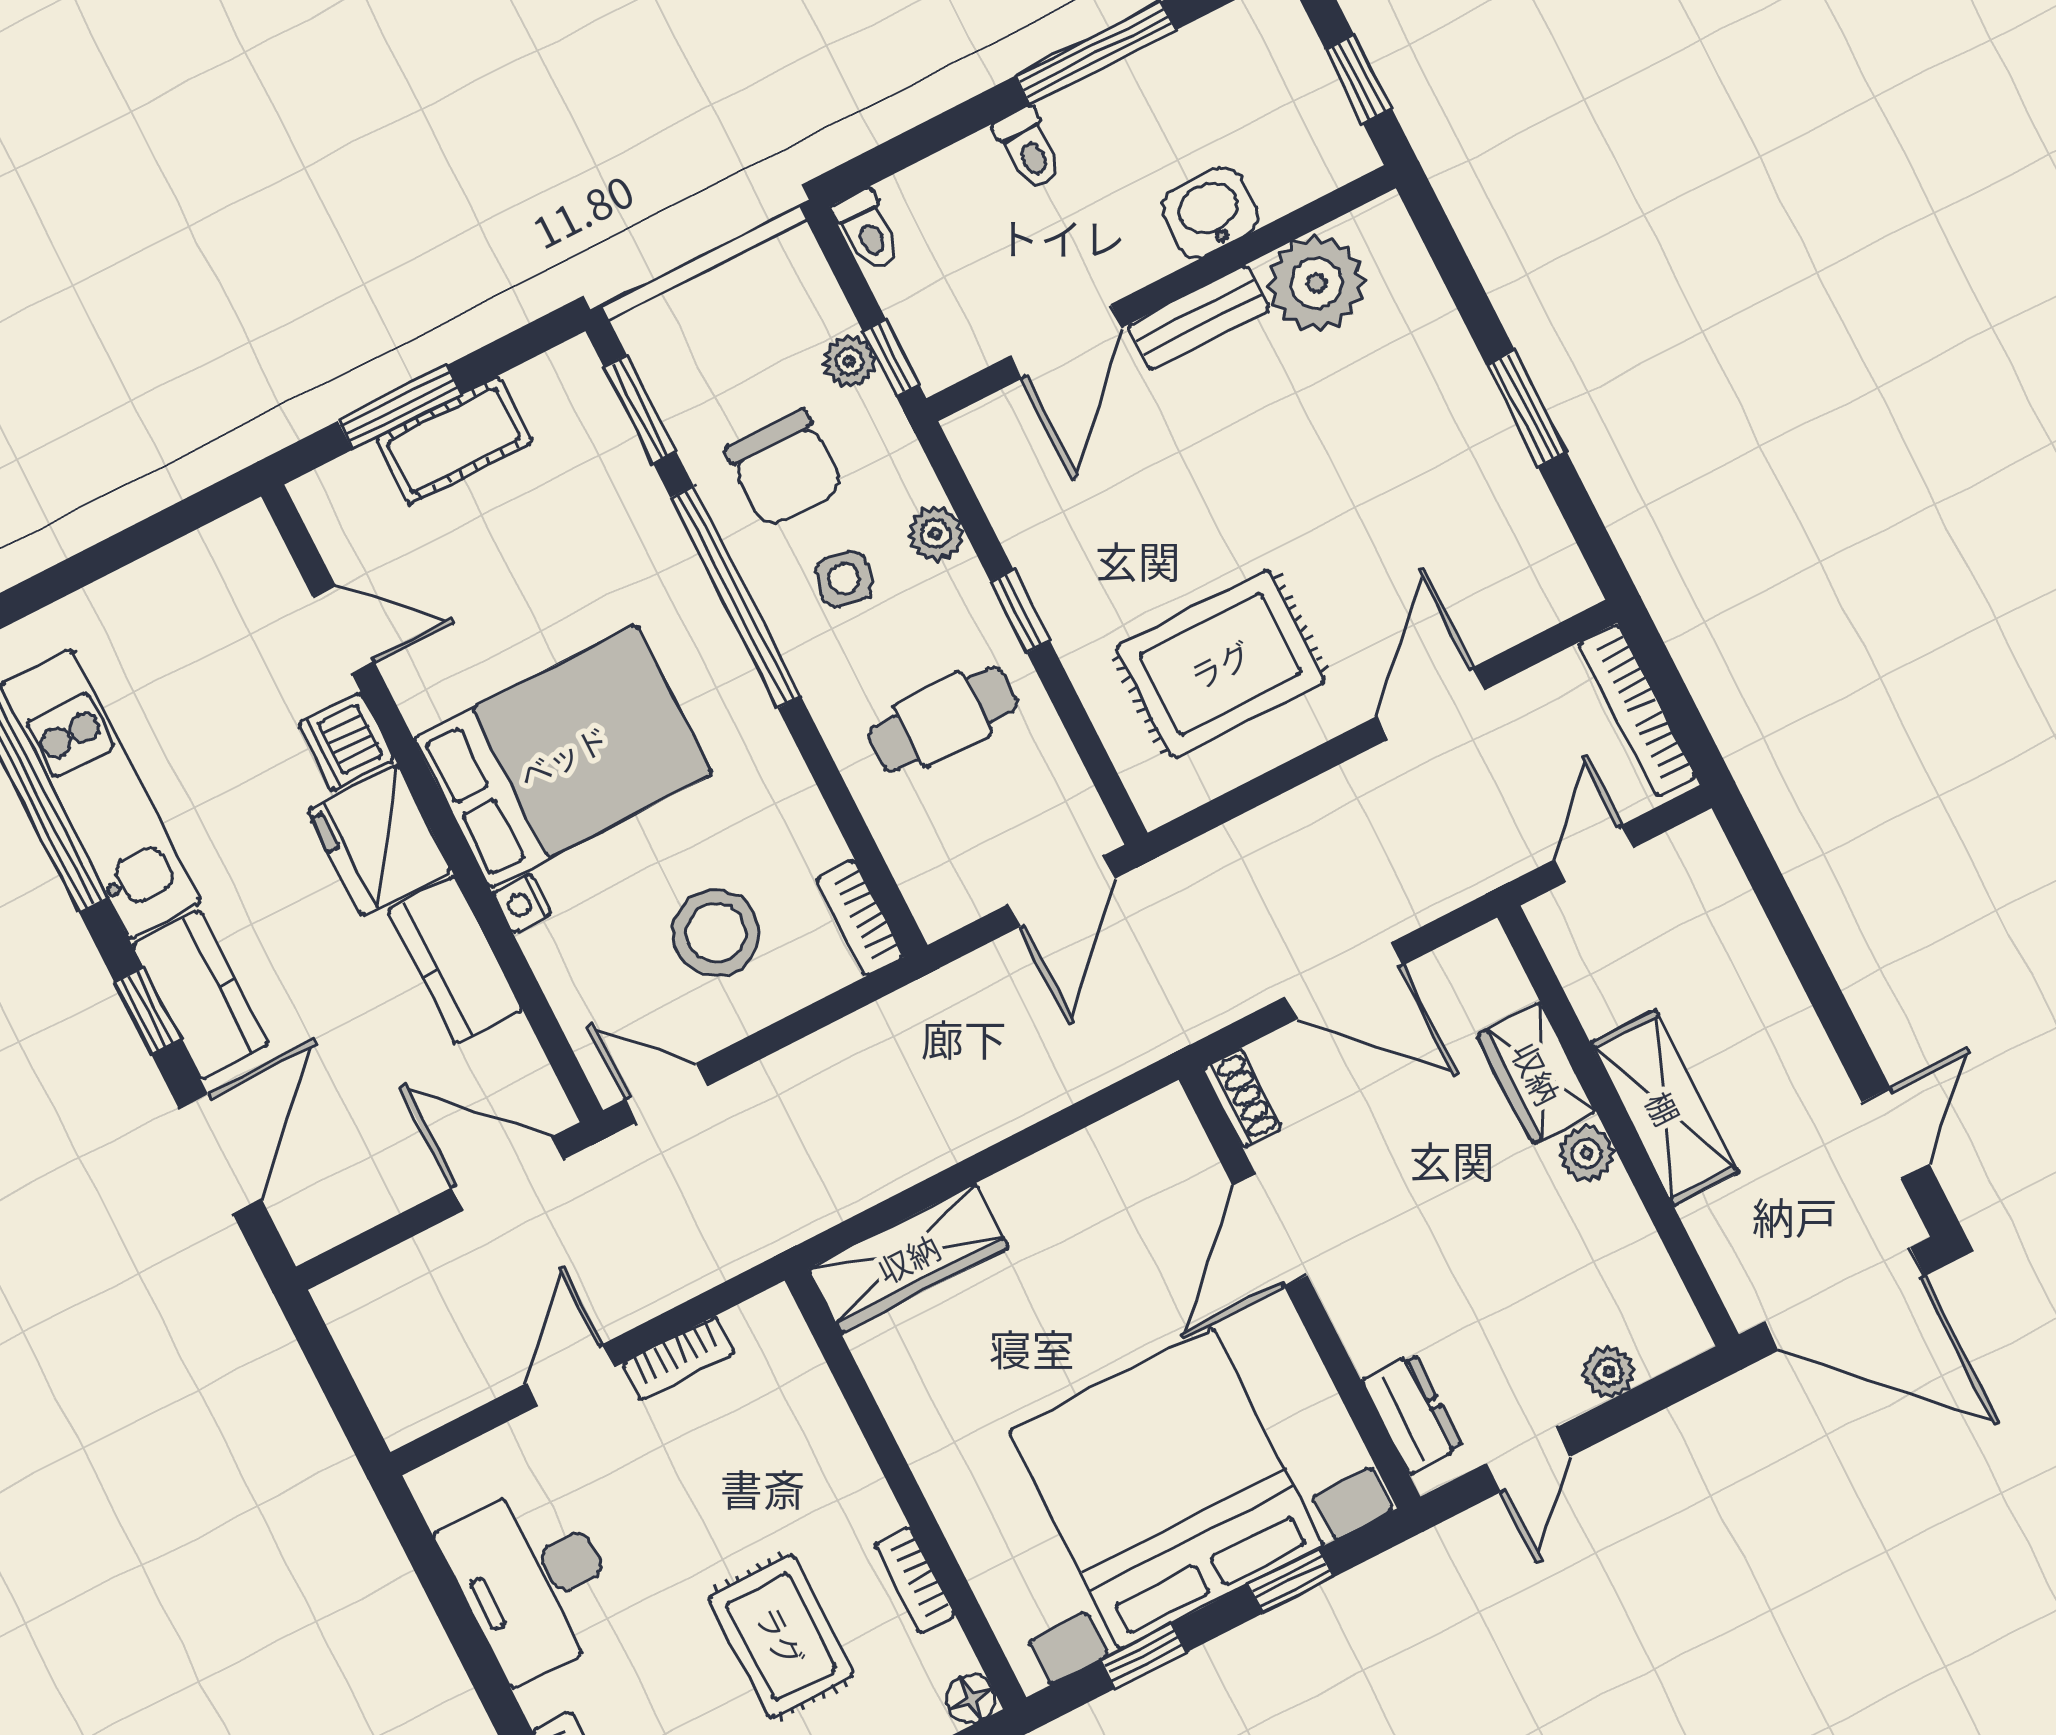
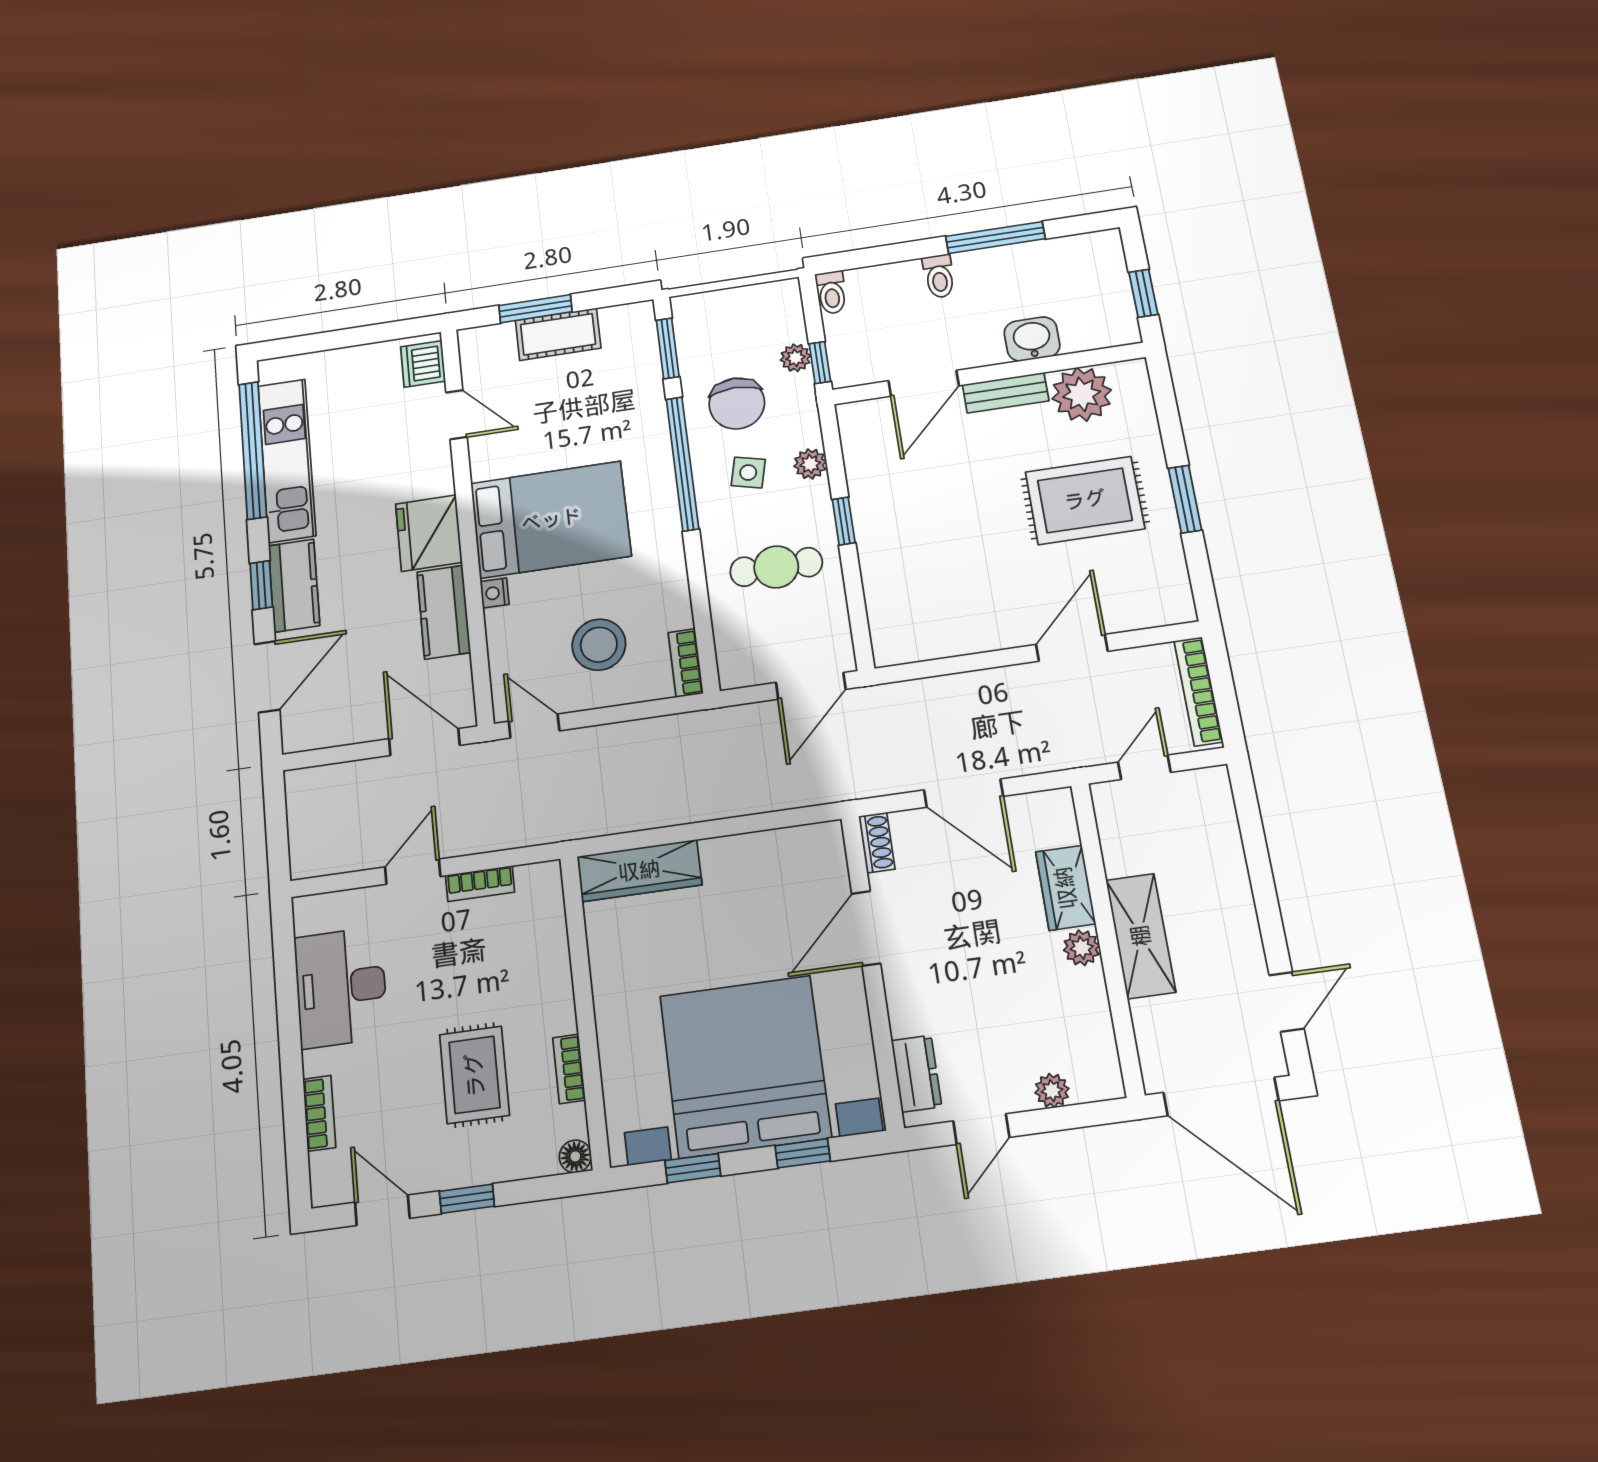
rug: (1220, 664) -> (1085, 500), moved
dishwasher: (346, 742) -> (423, 364), moved

